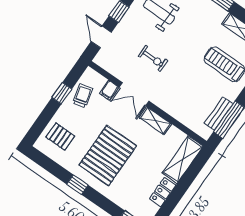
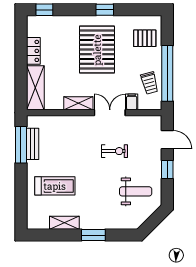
exercise bike: (153, 59) -> (115, 151), turned 180
window: (62, 93) -> (167, 73), width x3.17

